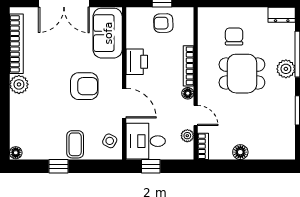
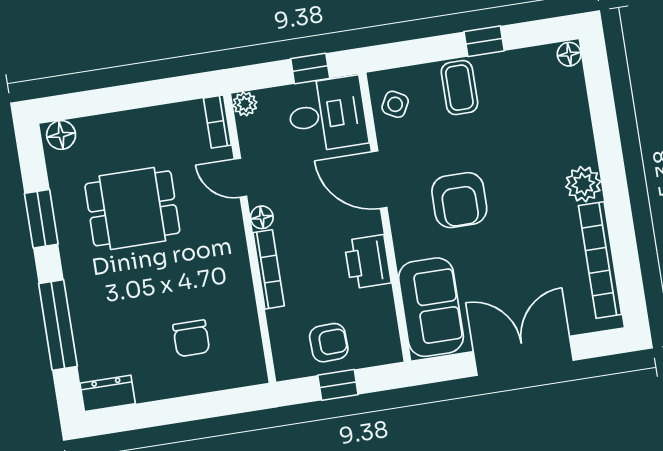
plant: (286, 69) -> (84, 292), removed
dining table: (242, 74) -> (132, 208), moved
armchair: (84, 86) -> (459, 200), turned -90
plant: (187, 136) -> (245, 104), moved
floor lamp: (240, 152) -> (61, 135), moved

